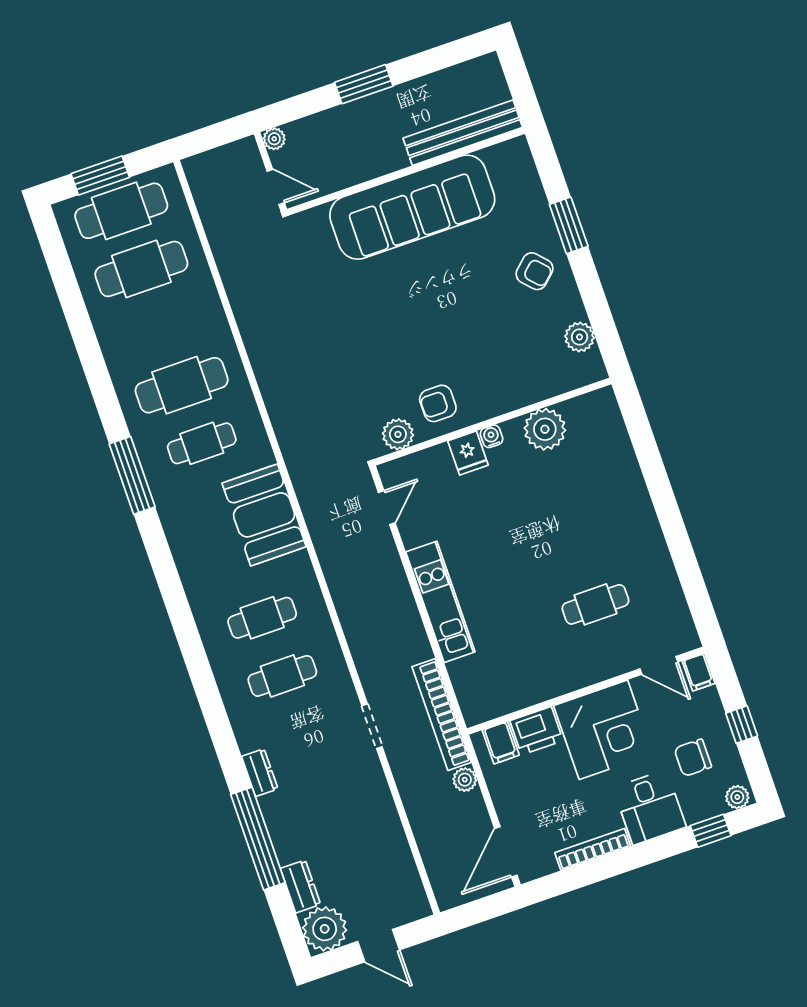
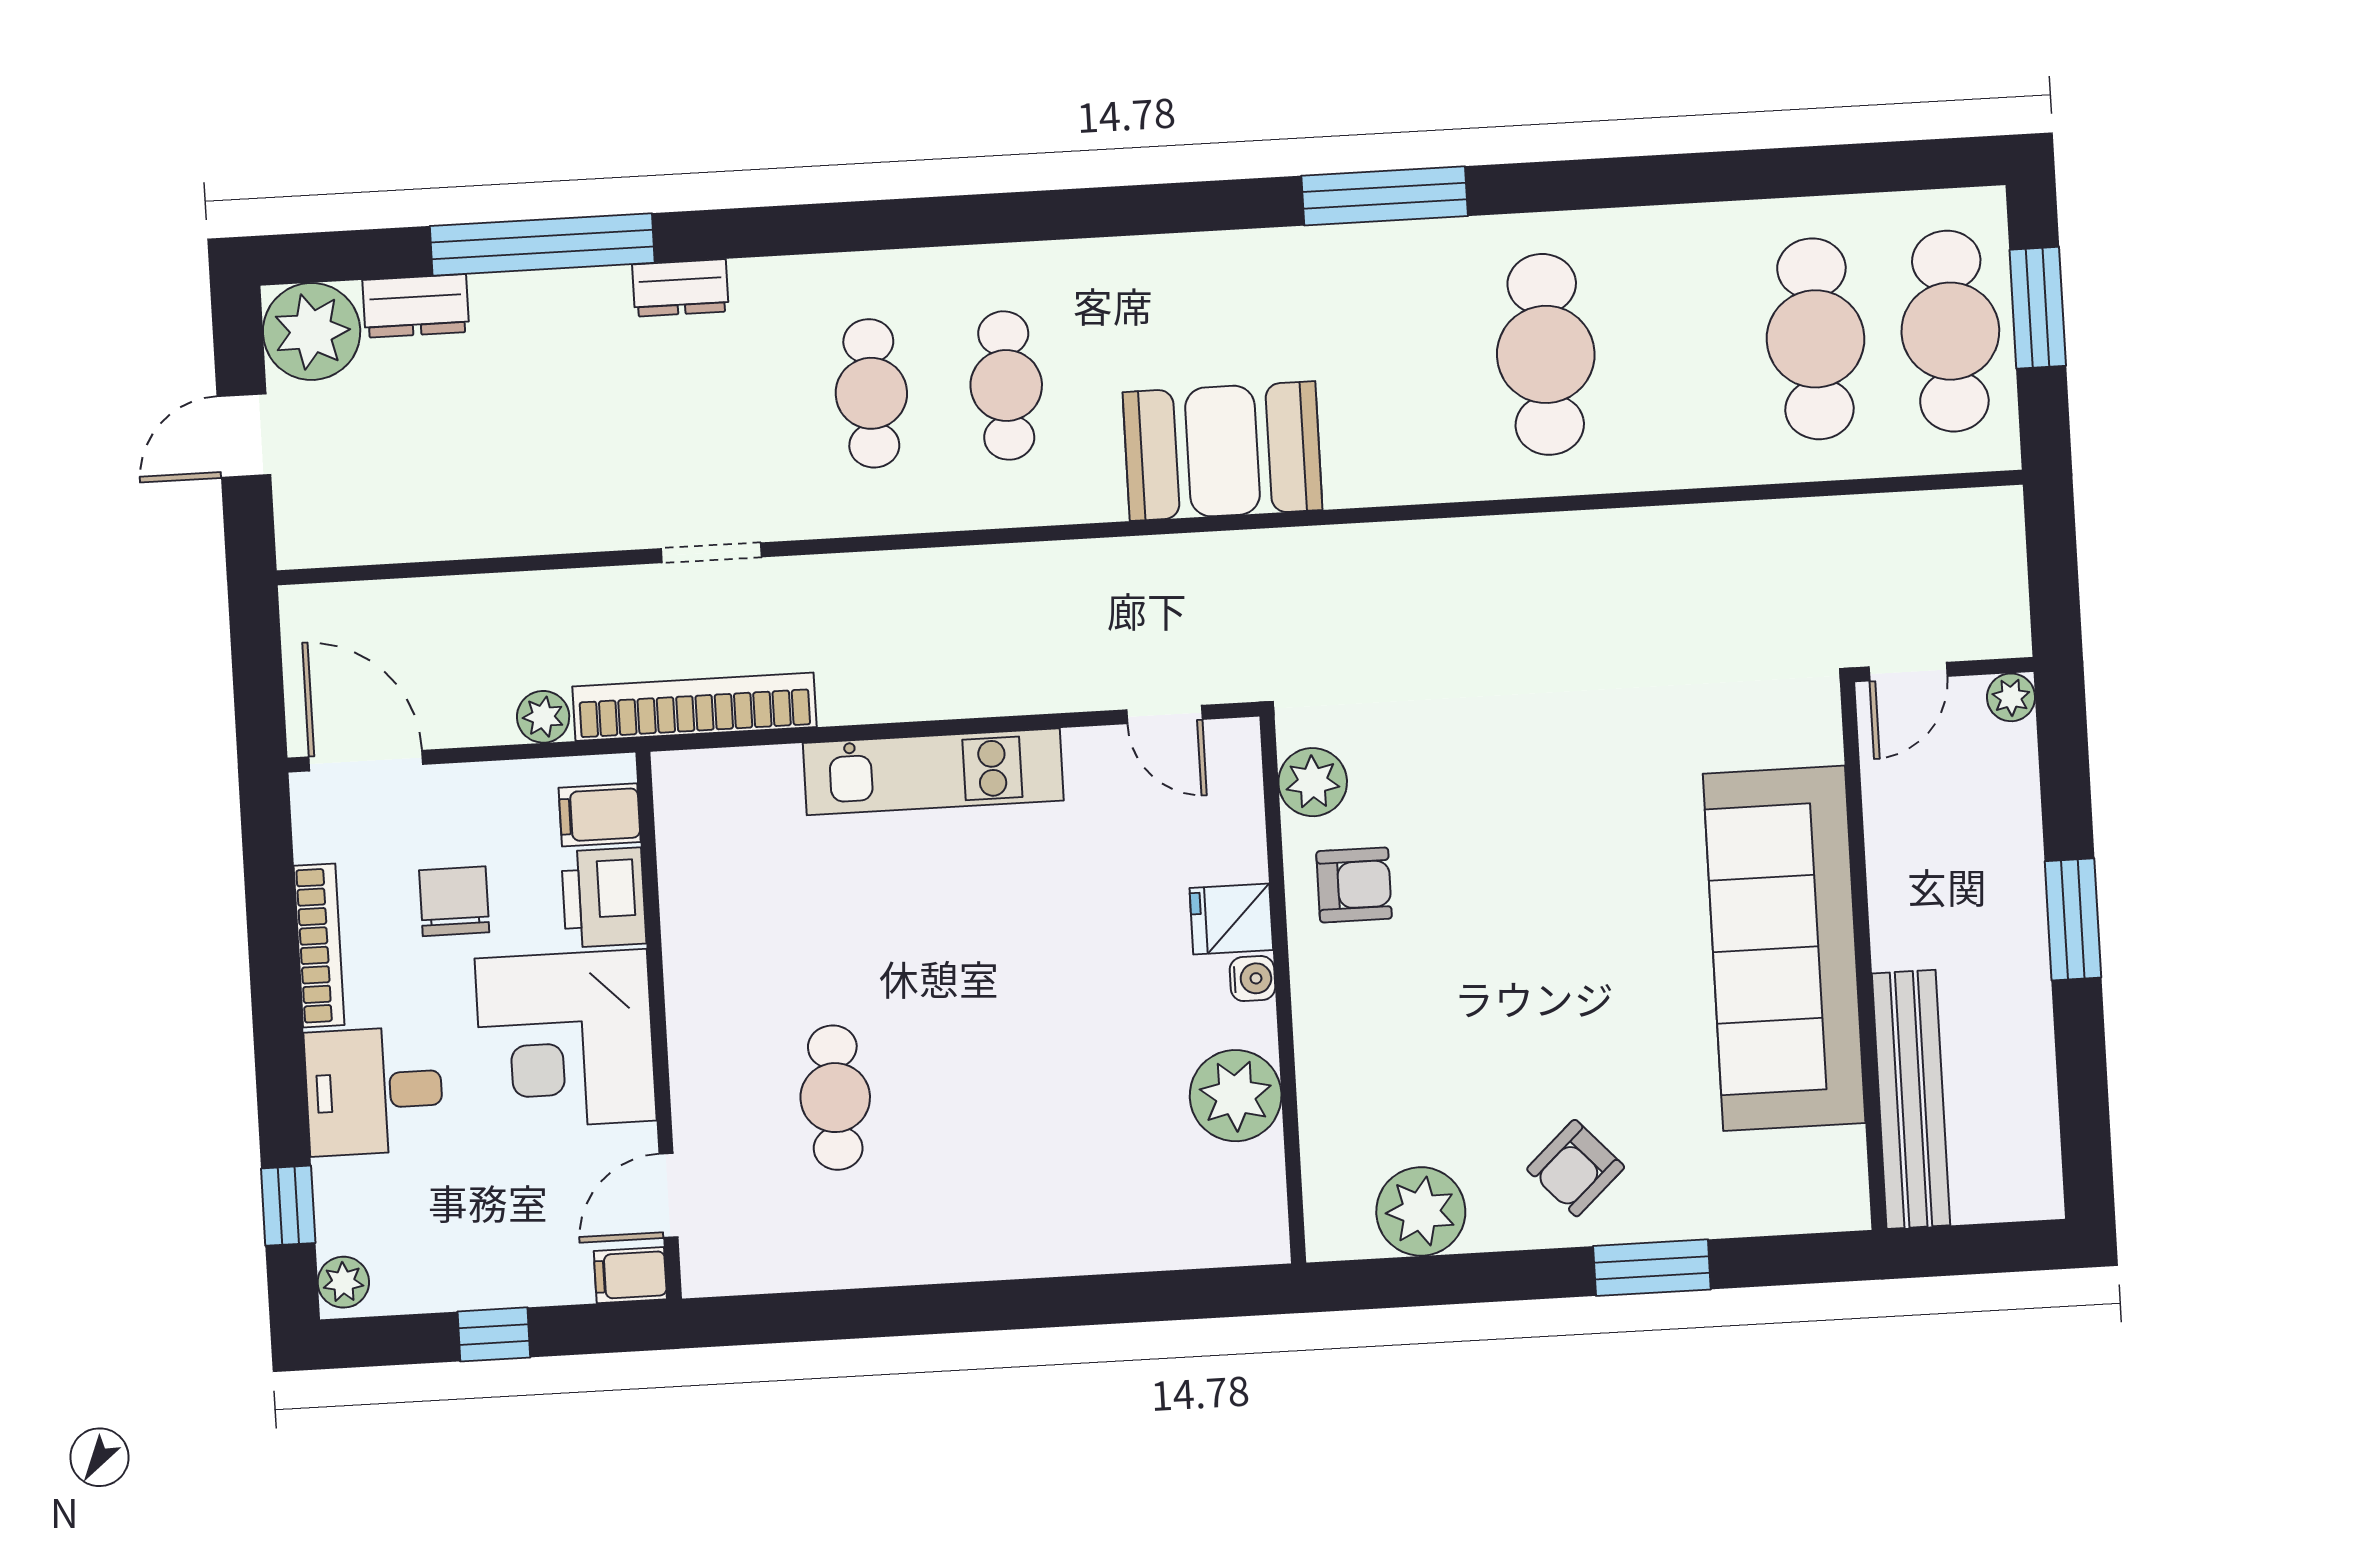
plant: (580, 337) -> (1421, 1211), width x1.36, depth x1.36
armchair: (438, 403) -> (1354, 885), turned 90
cafe table: (202, 443) -> (1411, 362), removed
chair: (693, 758) -> (454, 901), moved

